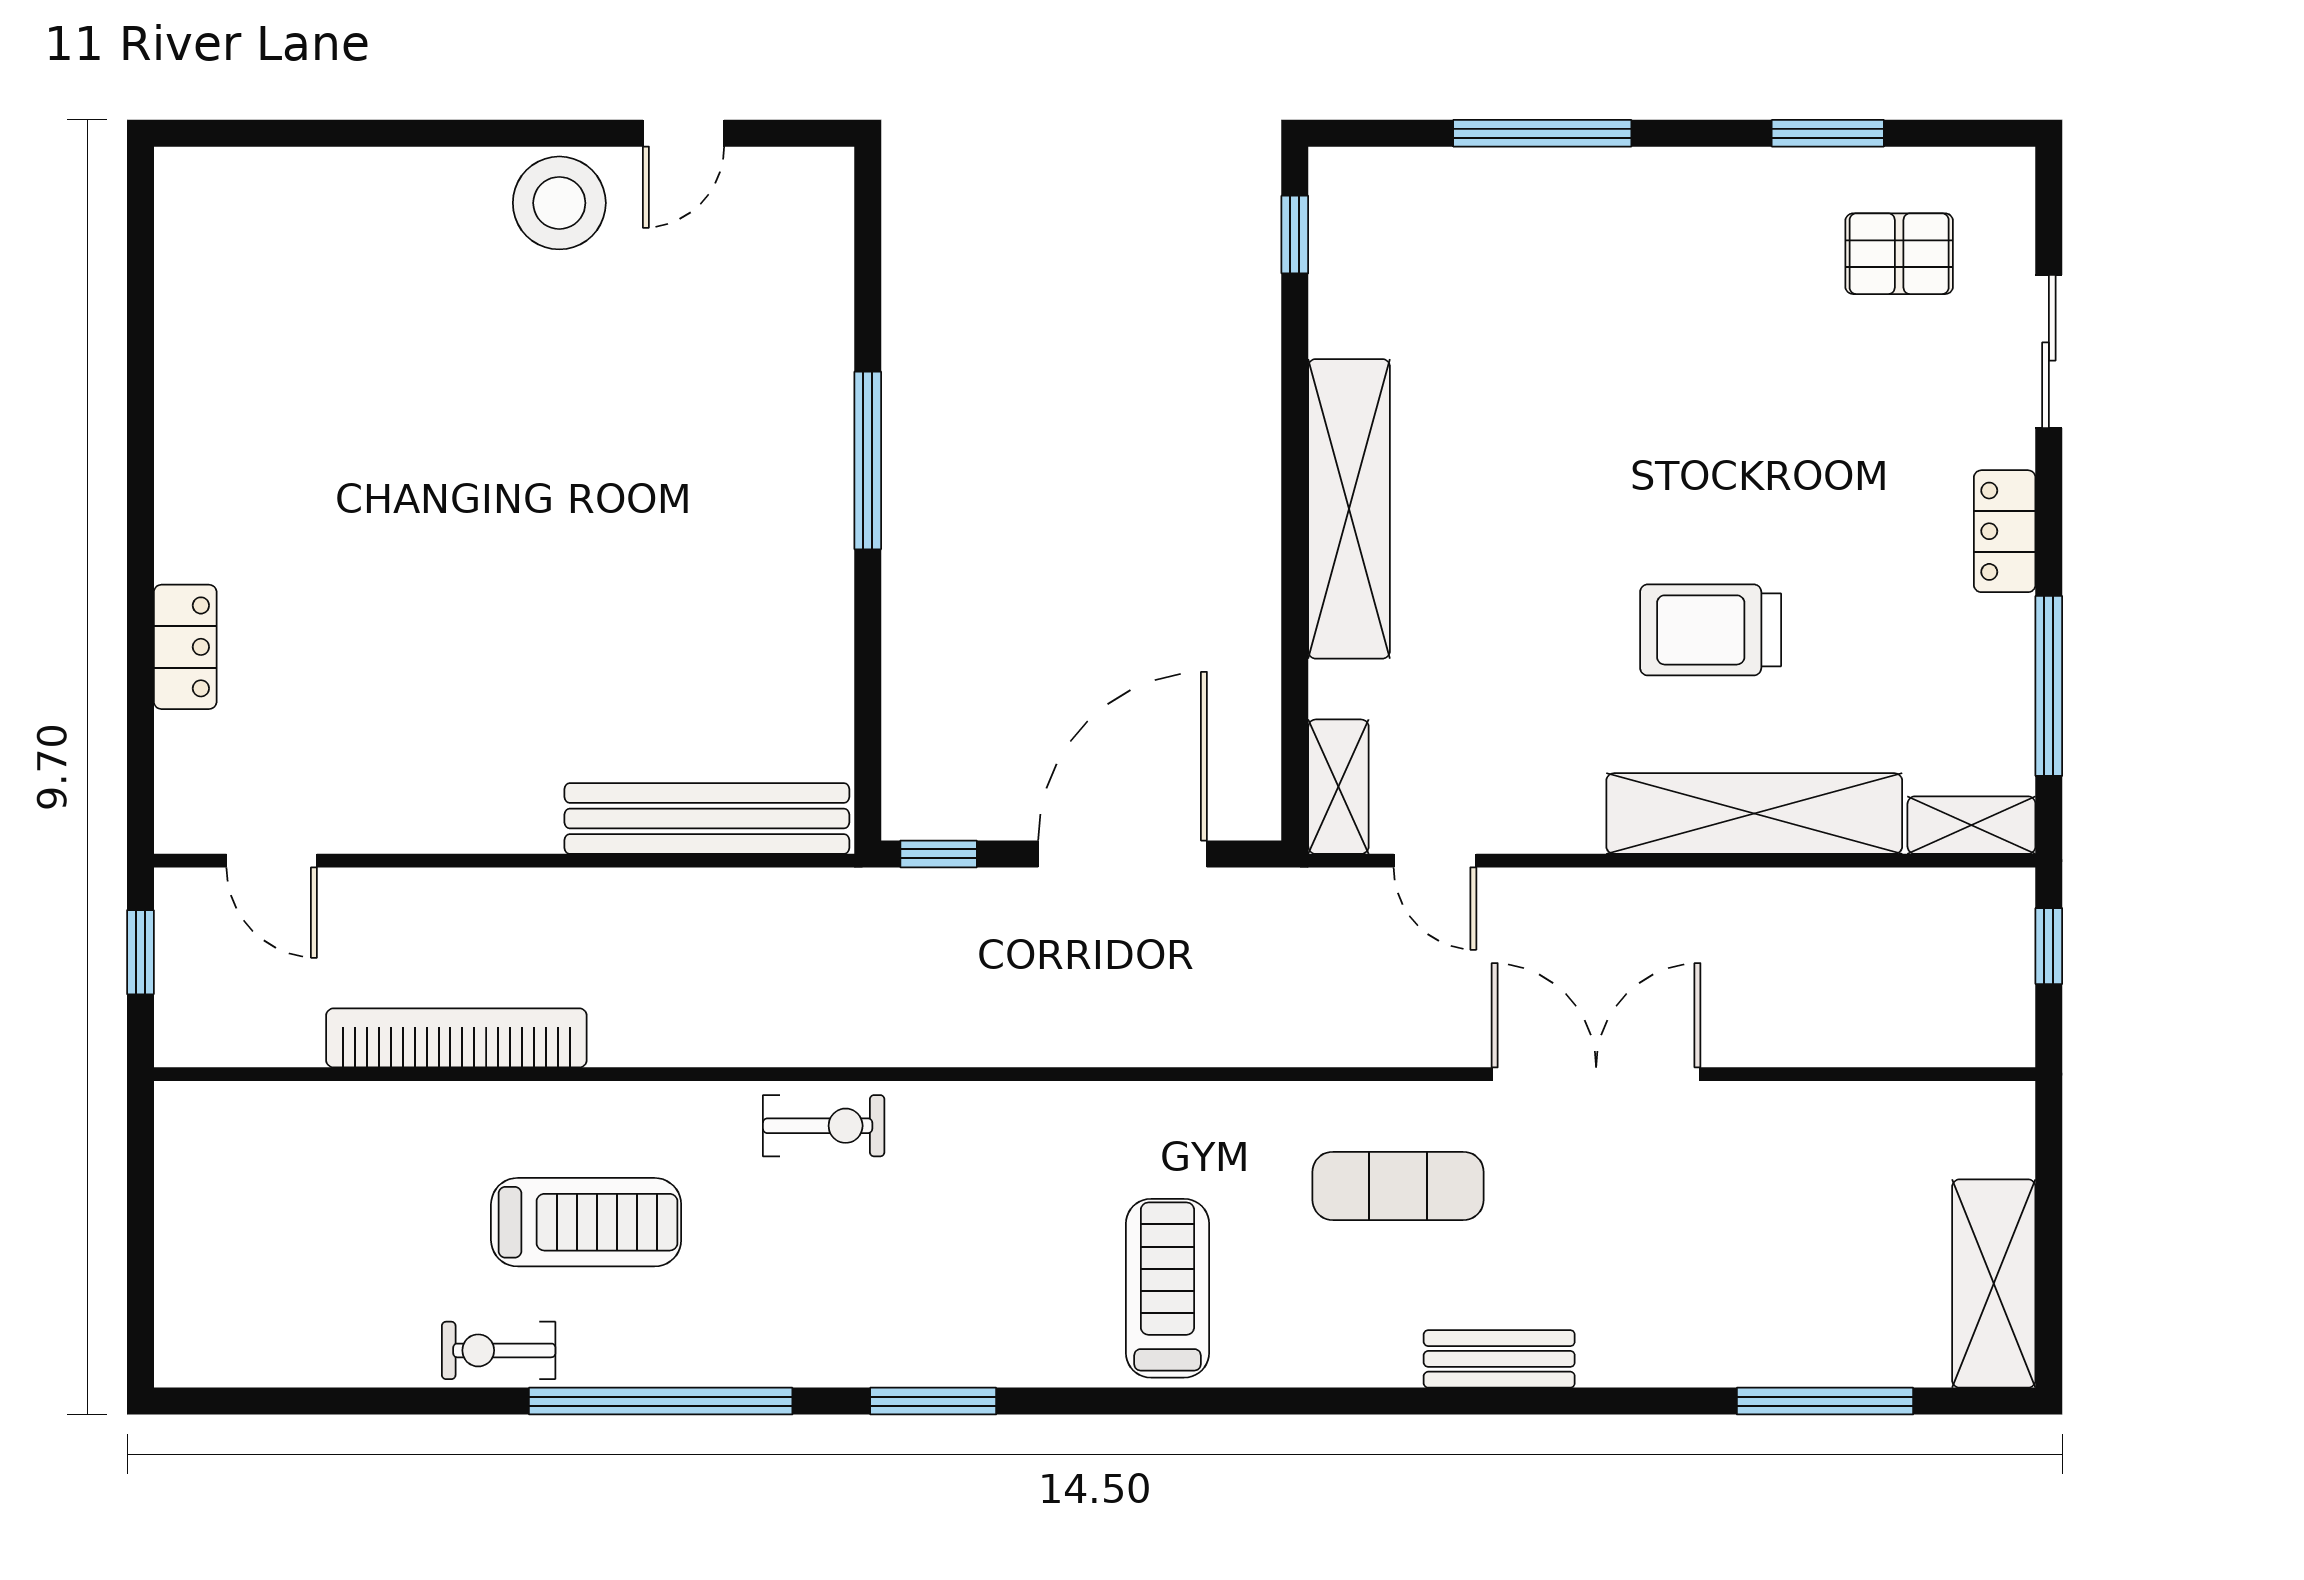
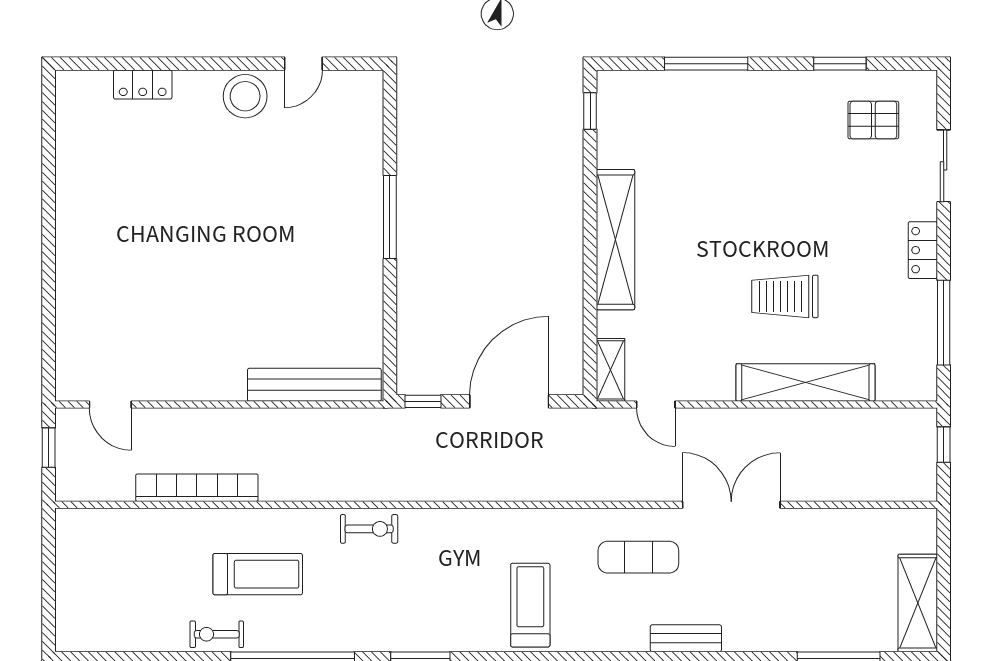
locker: (185, 647) -> (143, 85), moved, turned 90
shelving: (1971, 825) -> (907, 388), removed

